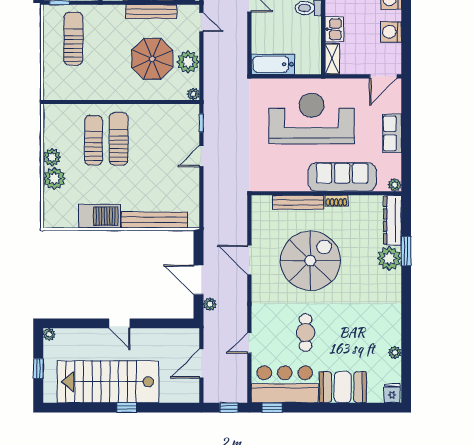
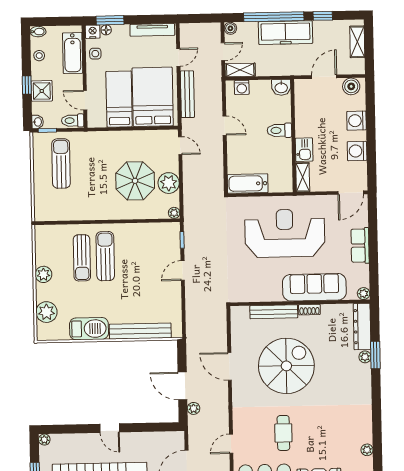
bench: (151, 12) -> (133, 137), removed
sun lounger: (94, 140) -> (82, 258), turned 180
plant: (54, 178) -> (46, 312), moved
plant: (389, 258) -> (365, 357), width x0.53, depth x0.53

